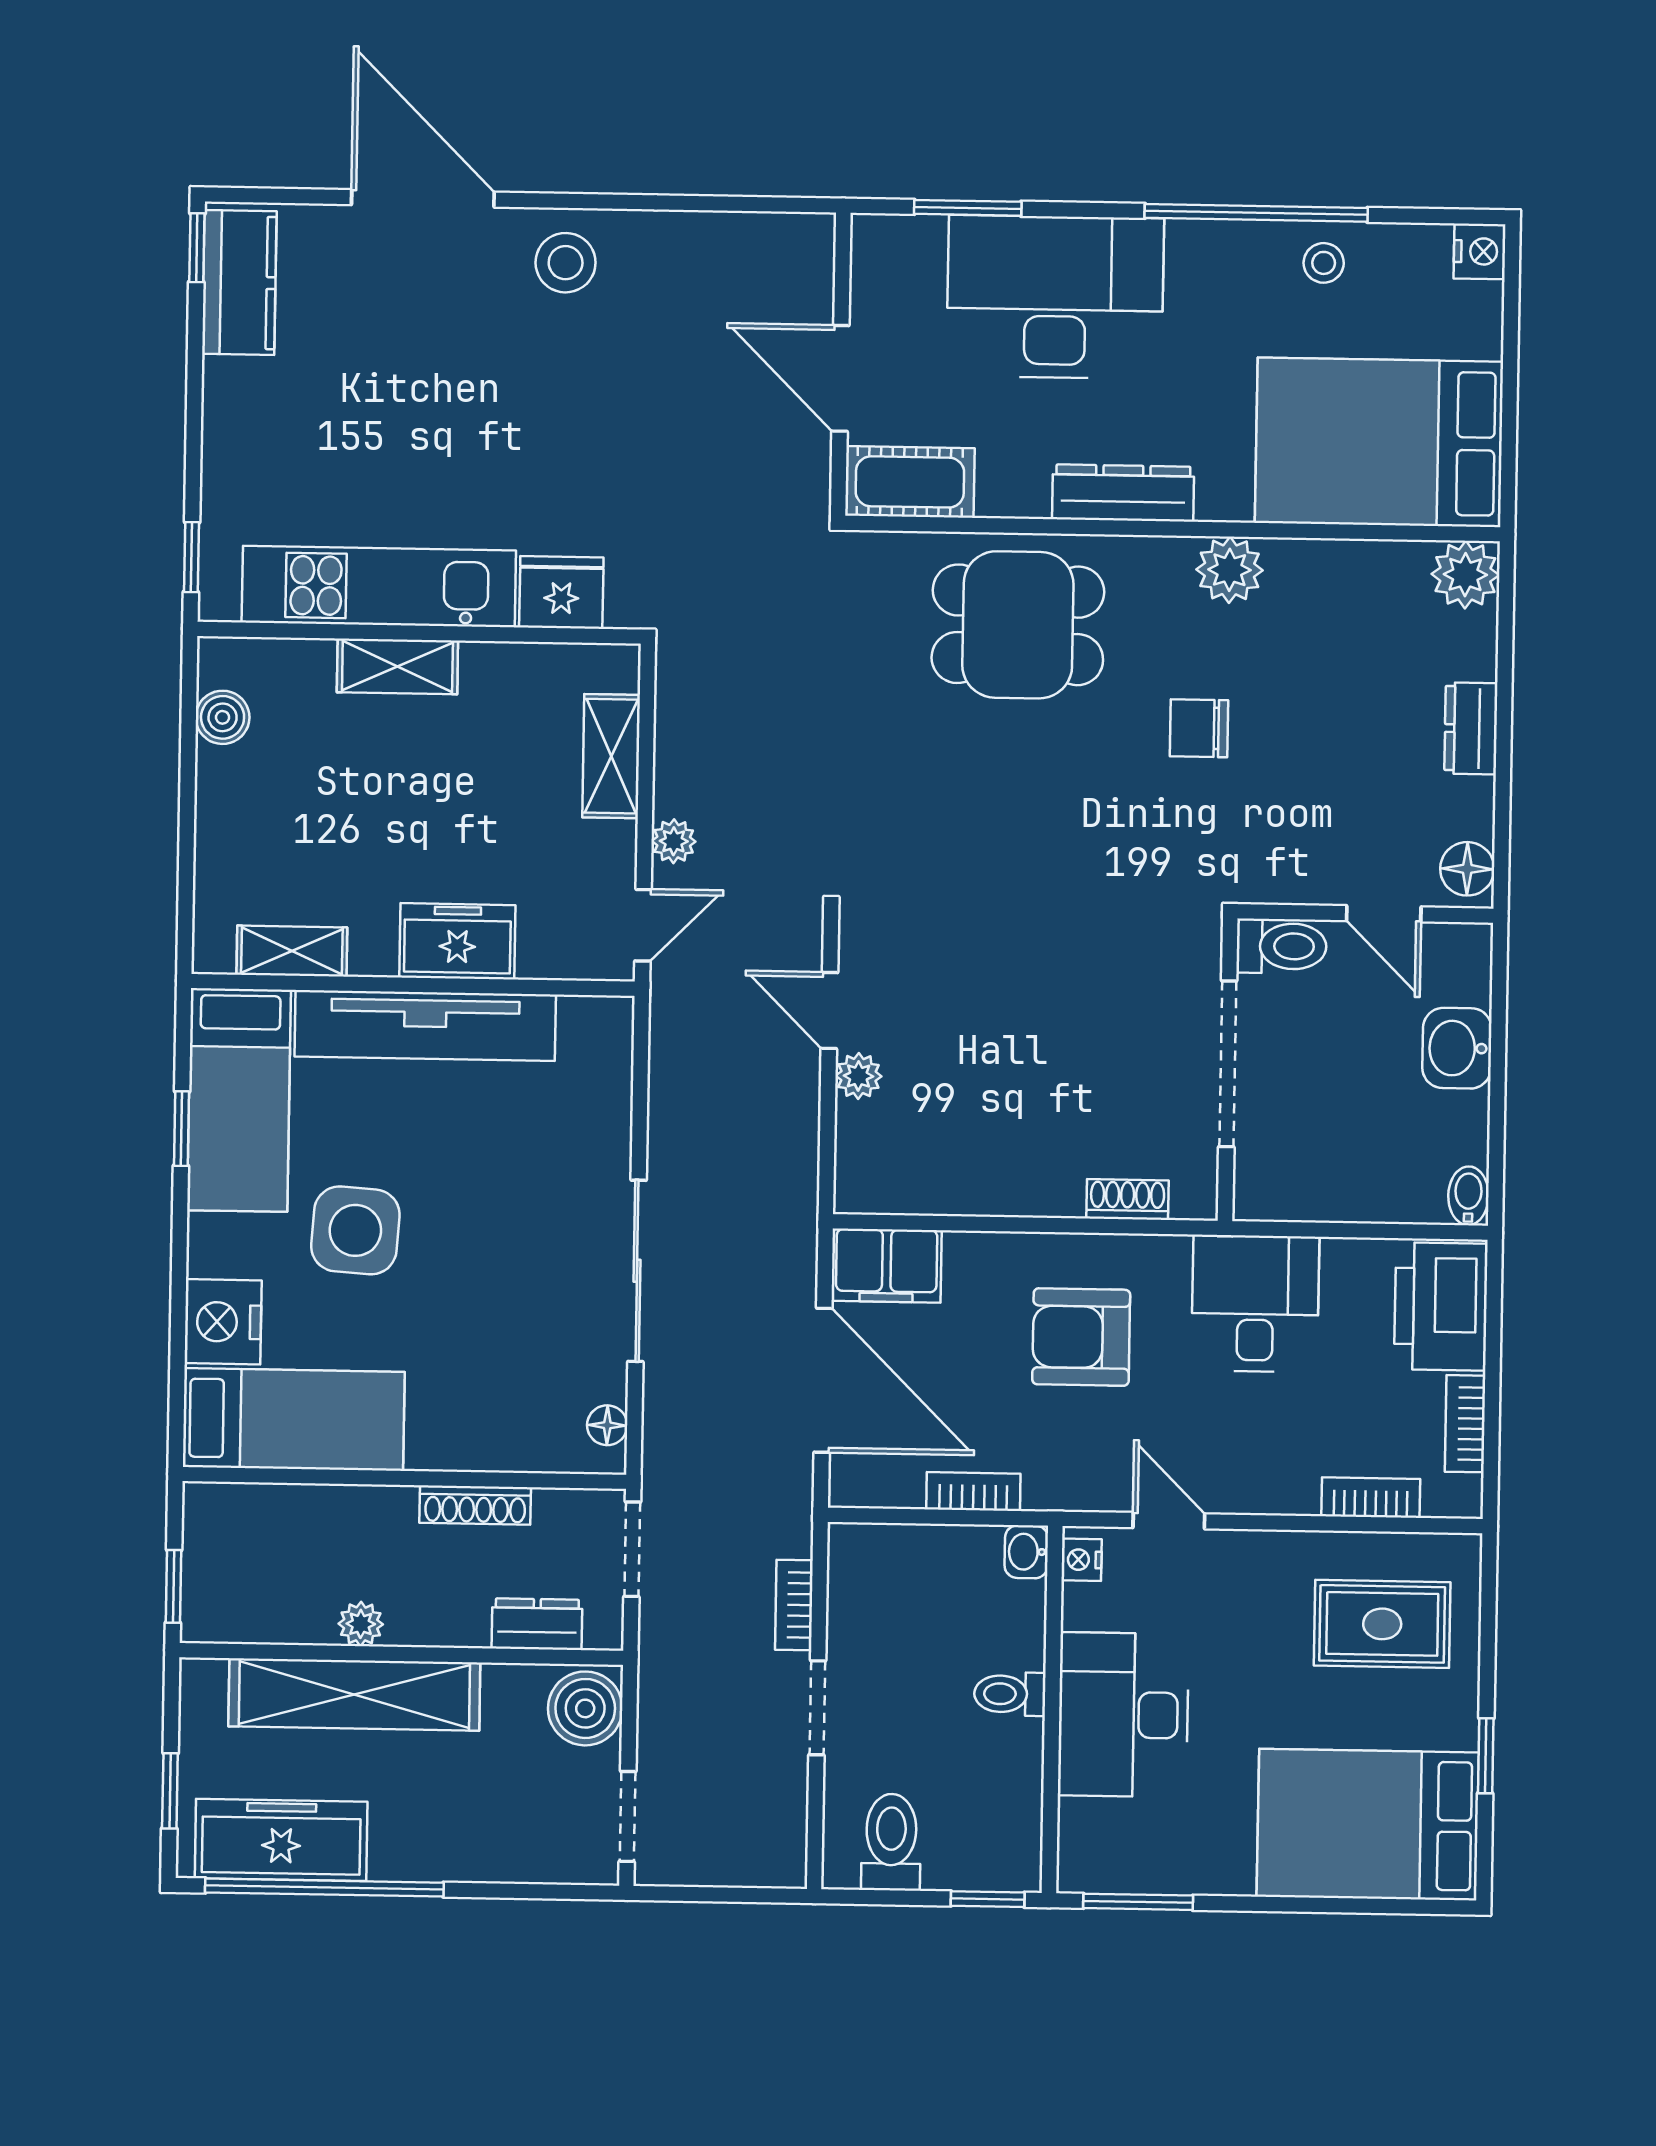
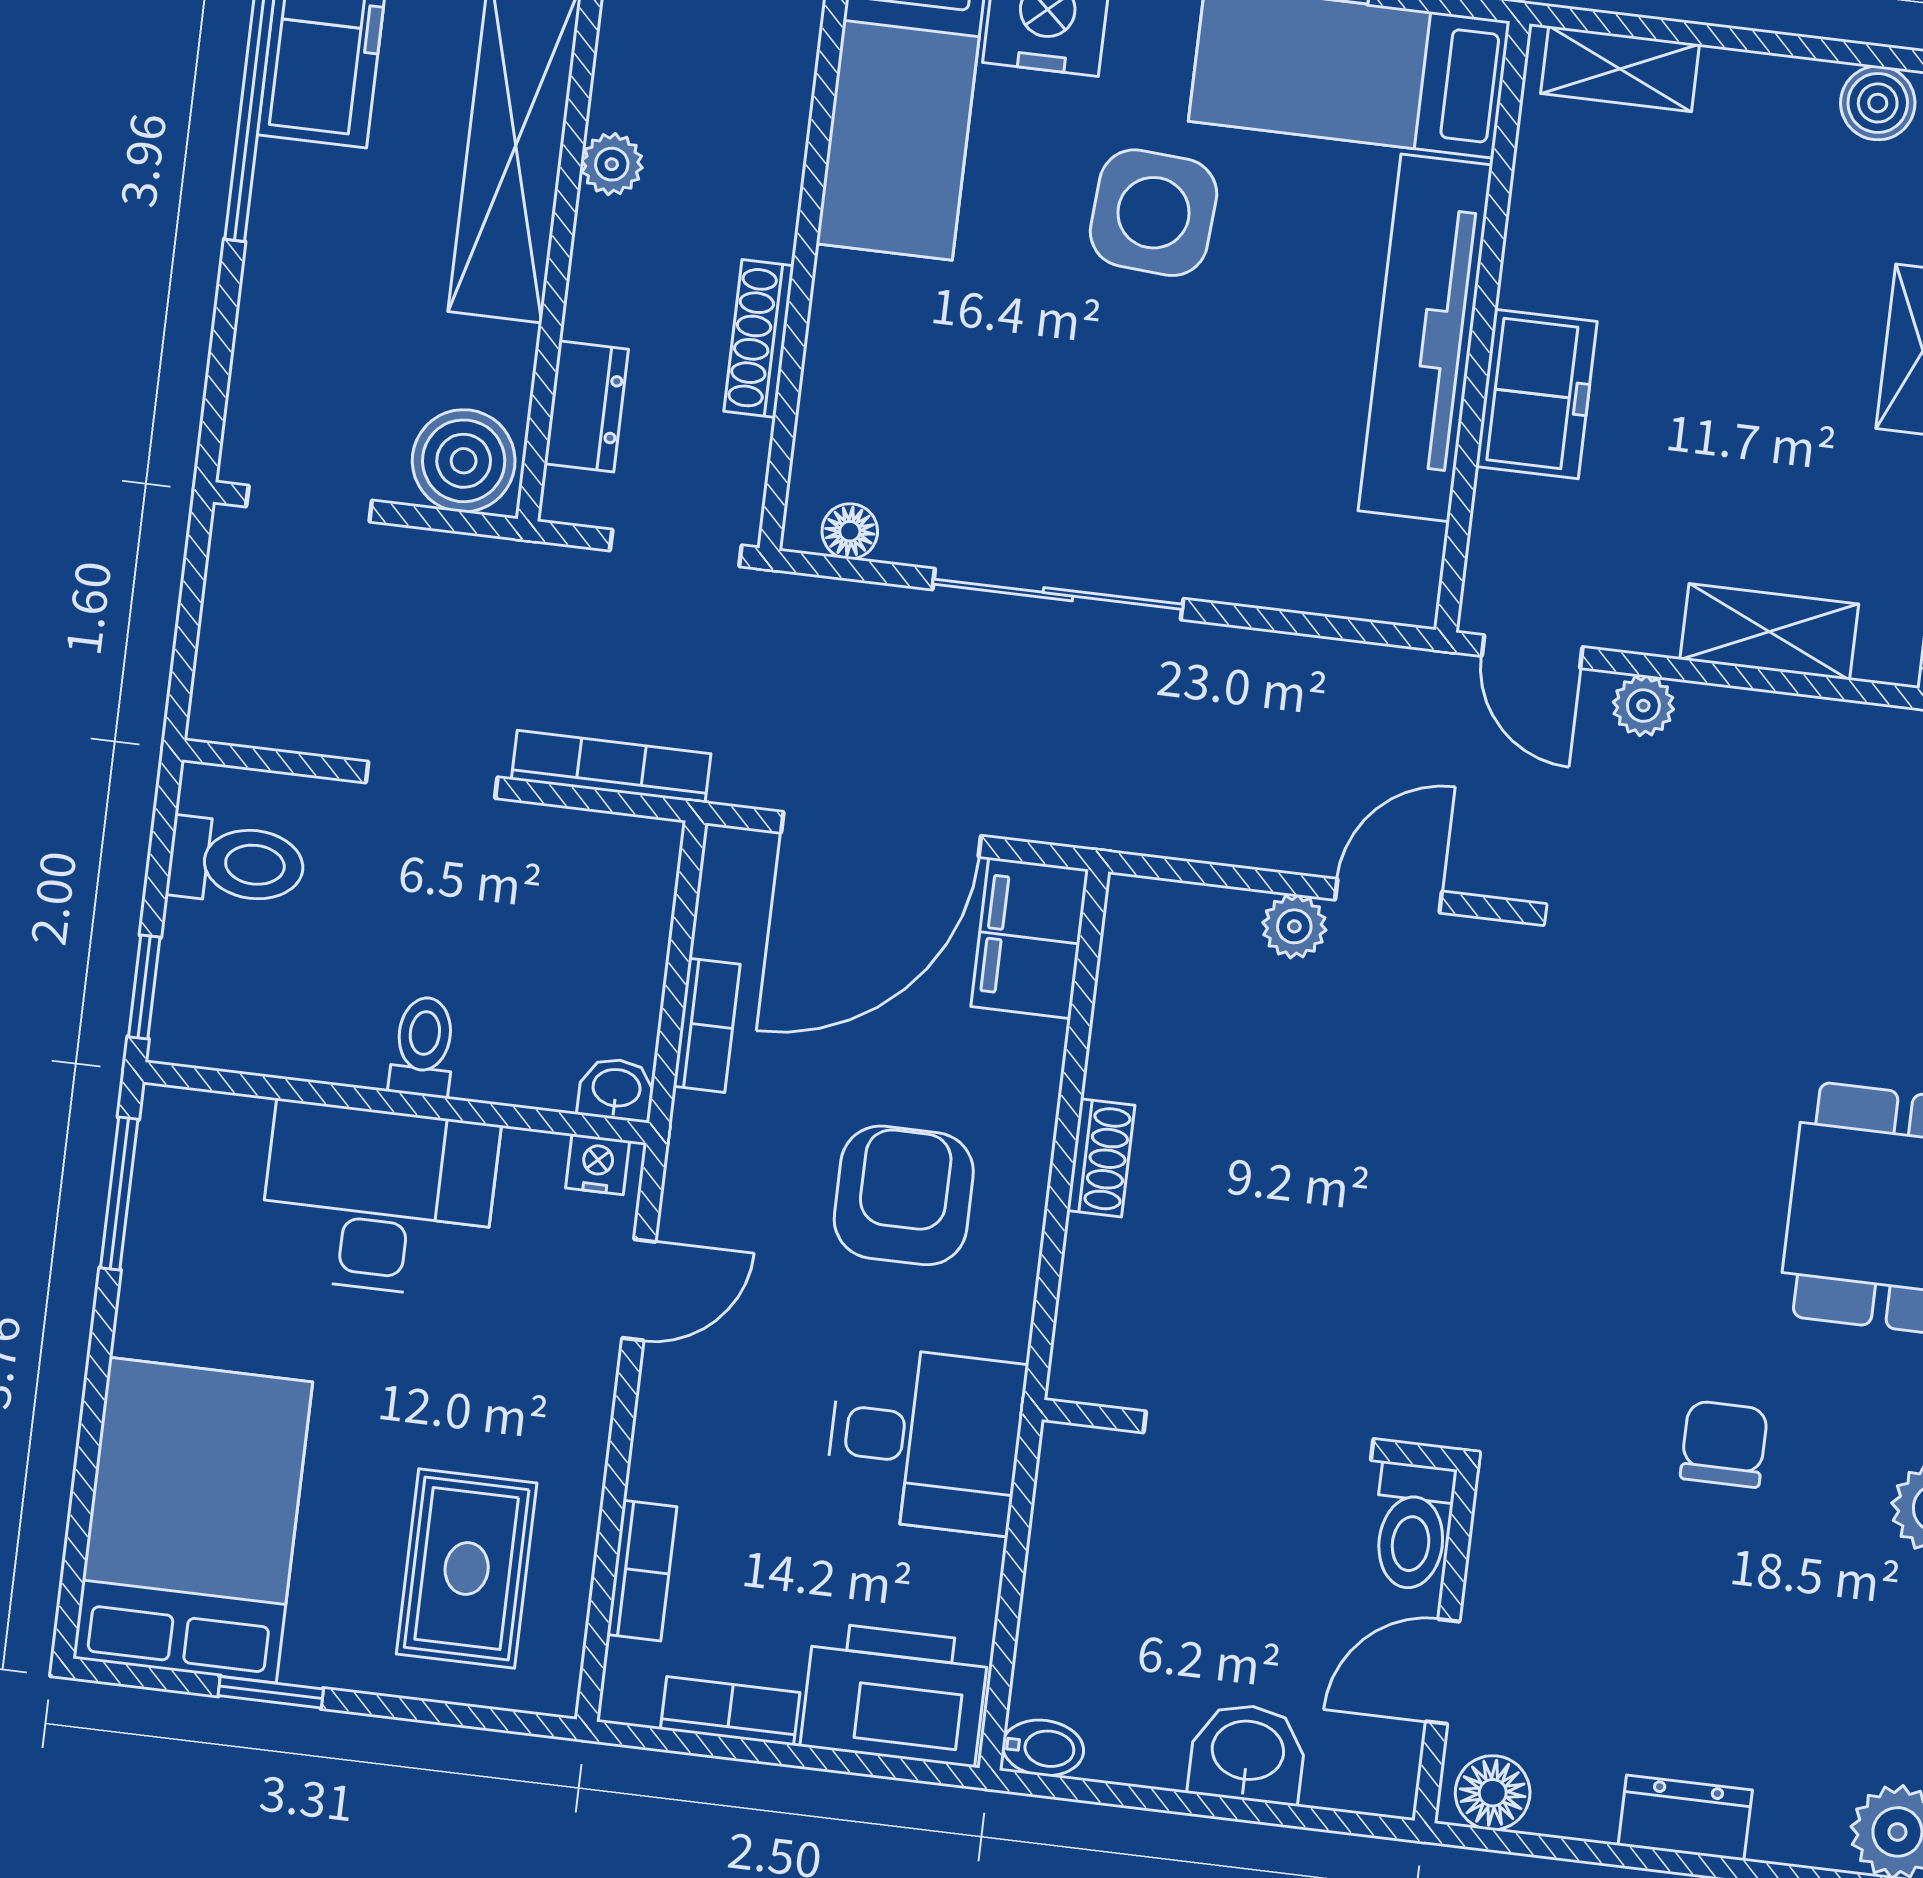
shelving: (292, 951) -> (1620, 69), moved, turned 90
shoe rack: (1127, 1200) -> (1101, 1158), moved
bookcase: (794, 1605) -> (611, 767), width x1.56

